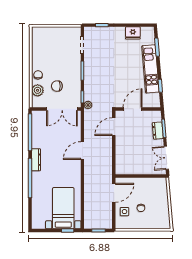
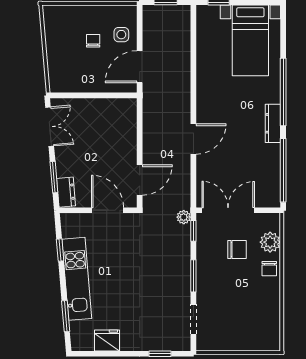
door: (133, 109) -> (108, 210), swing flipped
dresser: (158, 131) -> (66, 192), moved
bed with nightstands: (63, 208) -> (250, 40), moved

